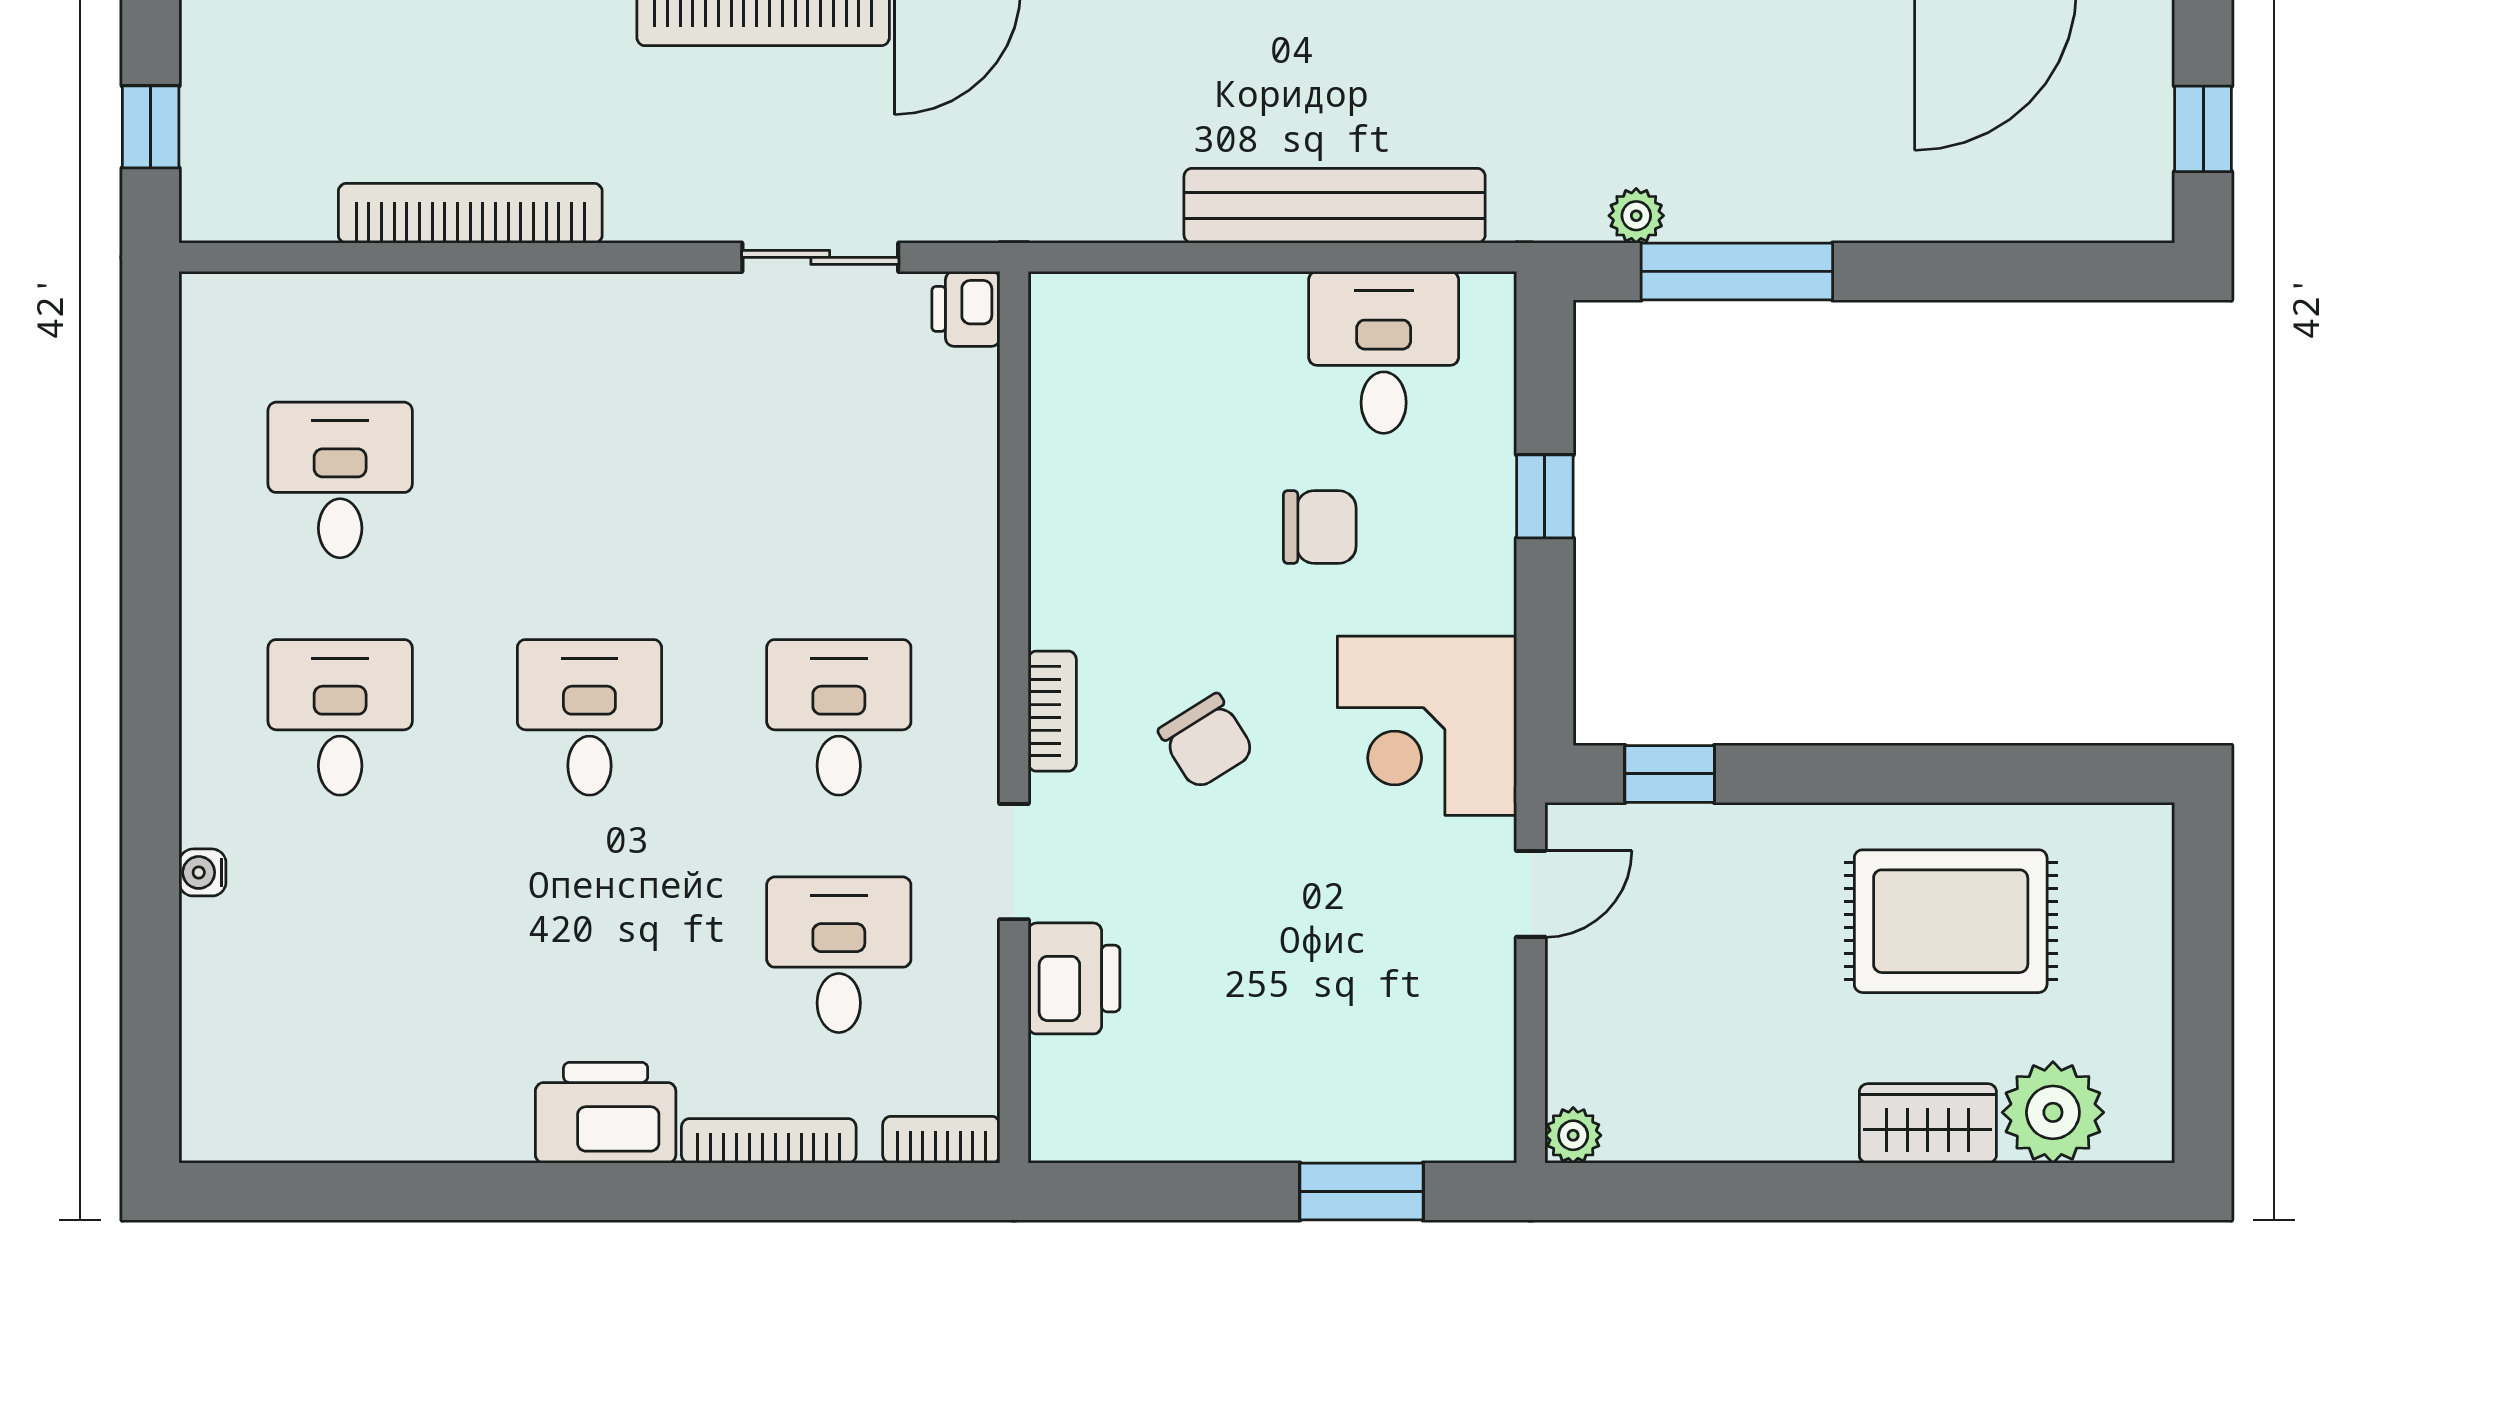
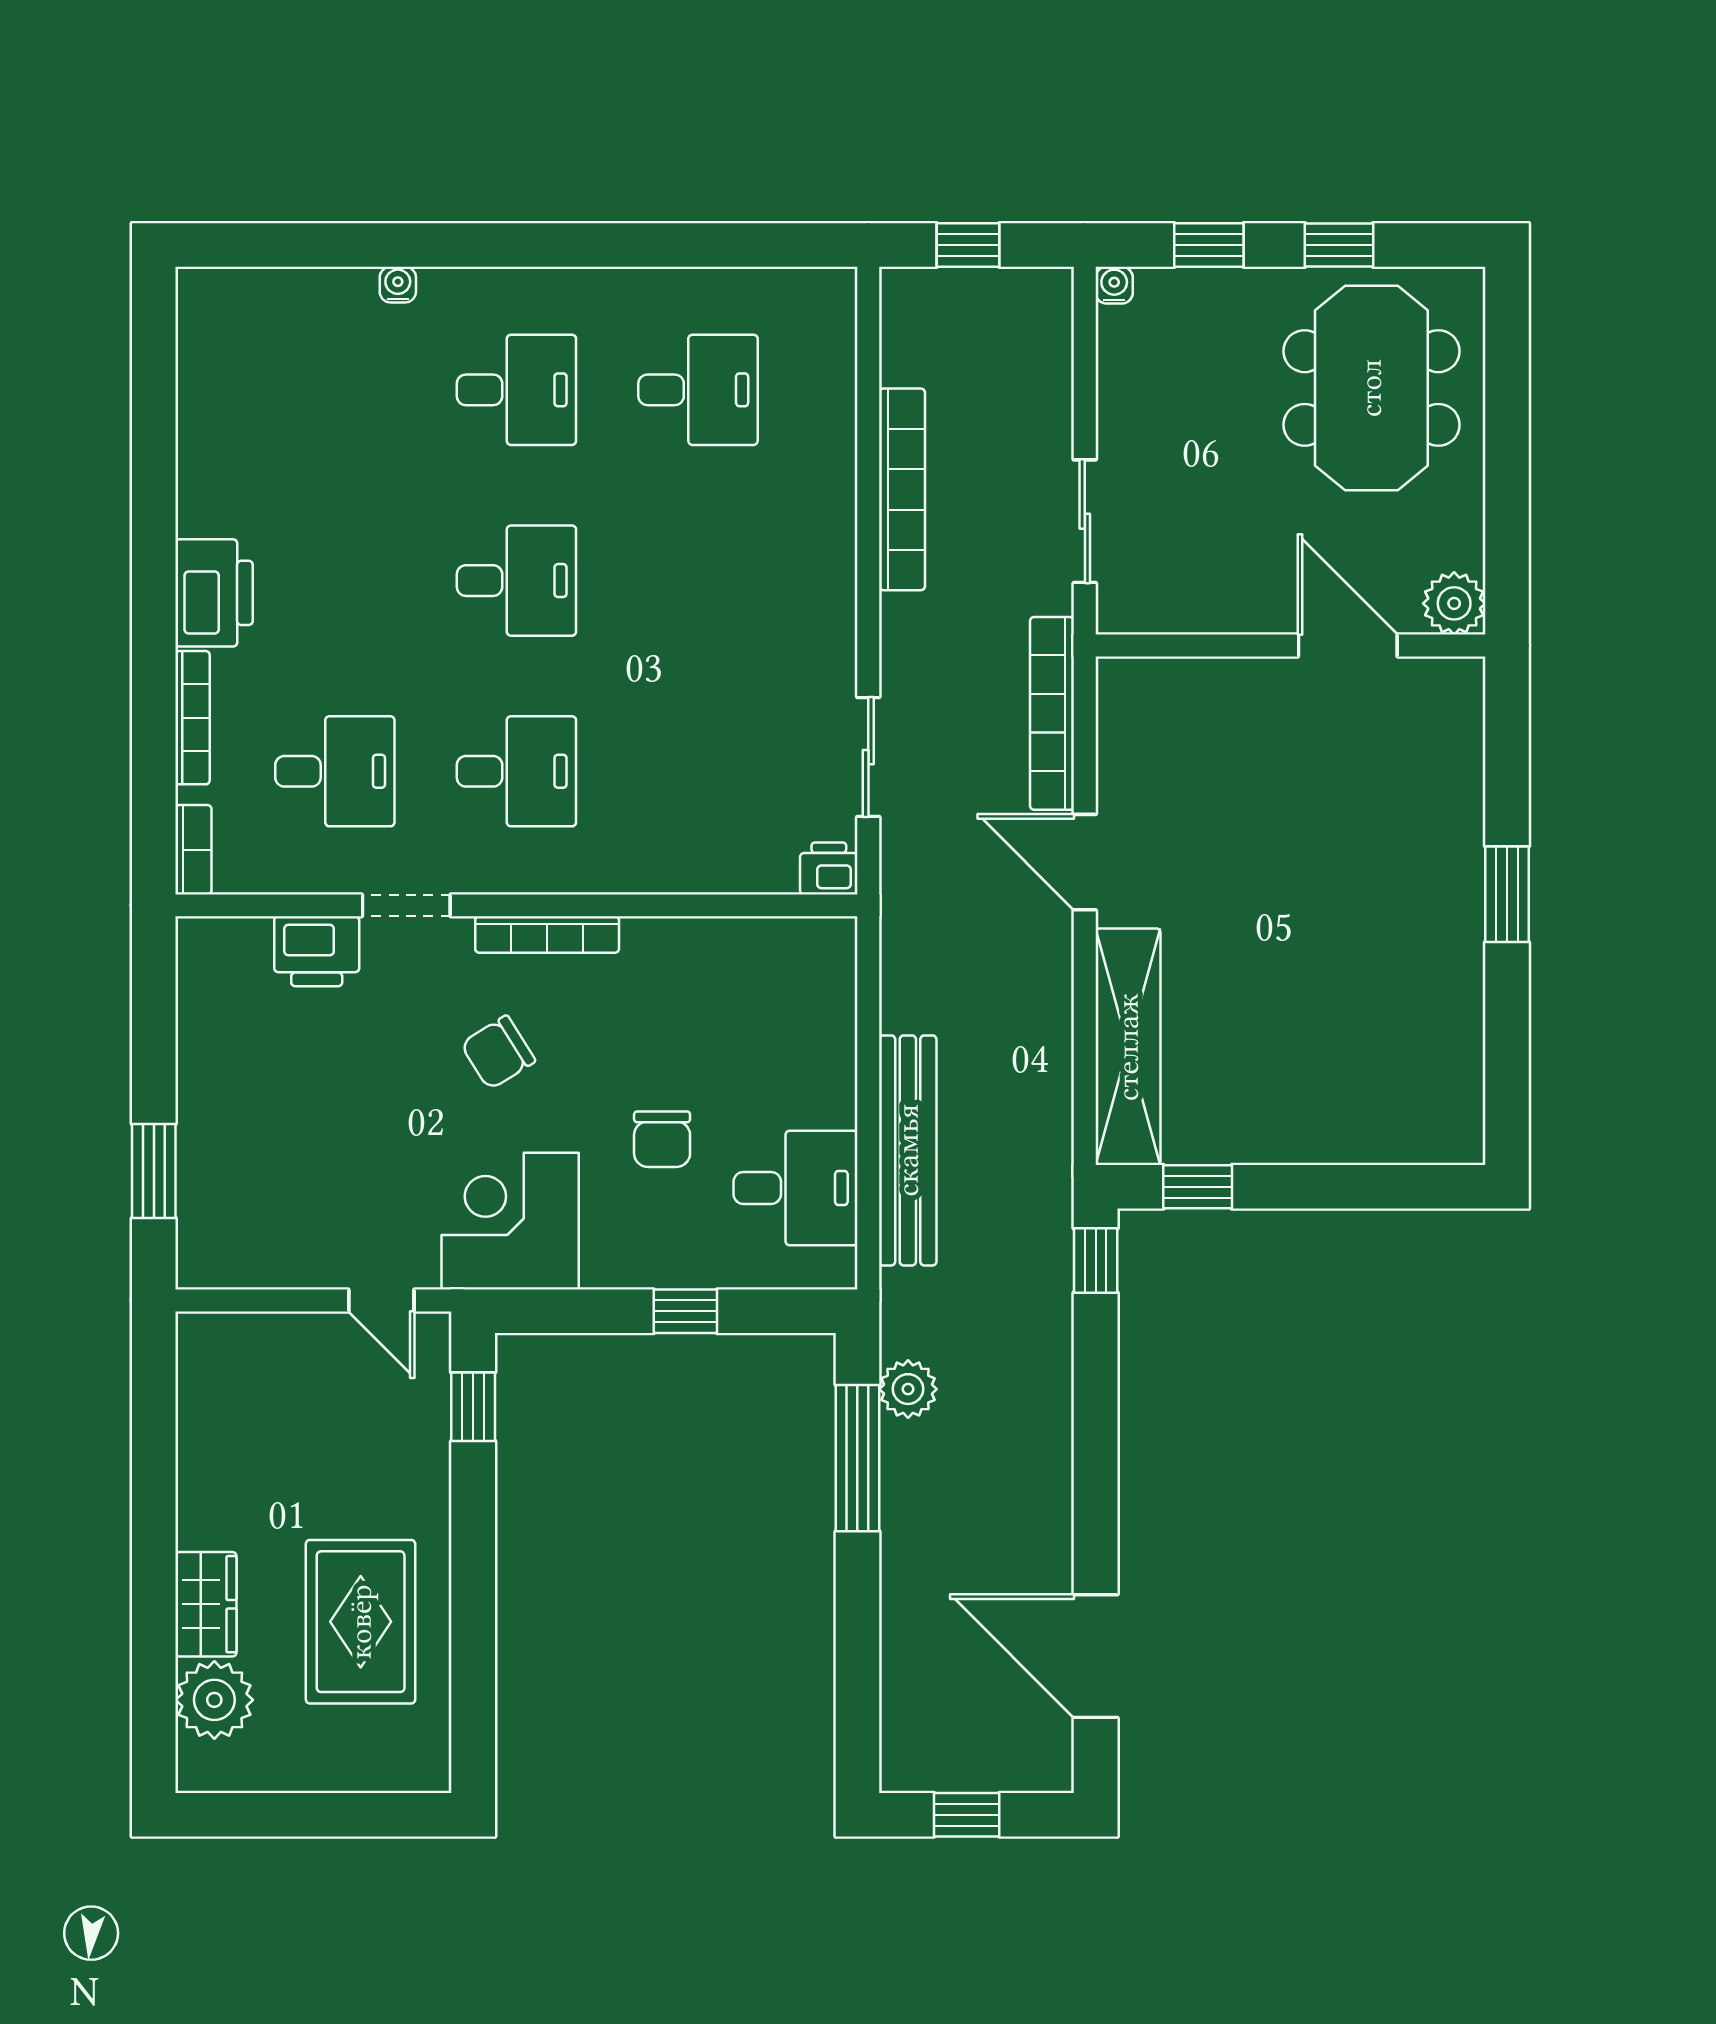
plant: (1636, 216) -> (908, 1389), width x1.38, depth x1.38
bookcase: (1052, 711) -> (547, 935), width x1.56
plant: (1573, 1135) -> (197, 1333), removed

